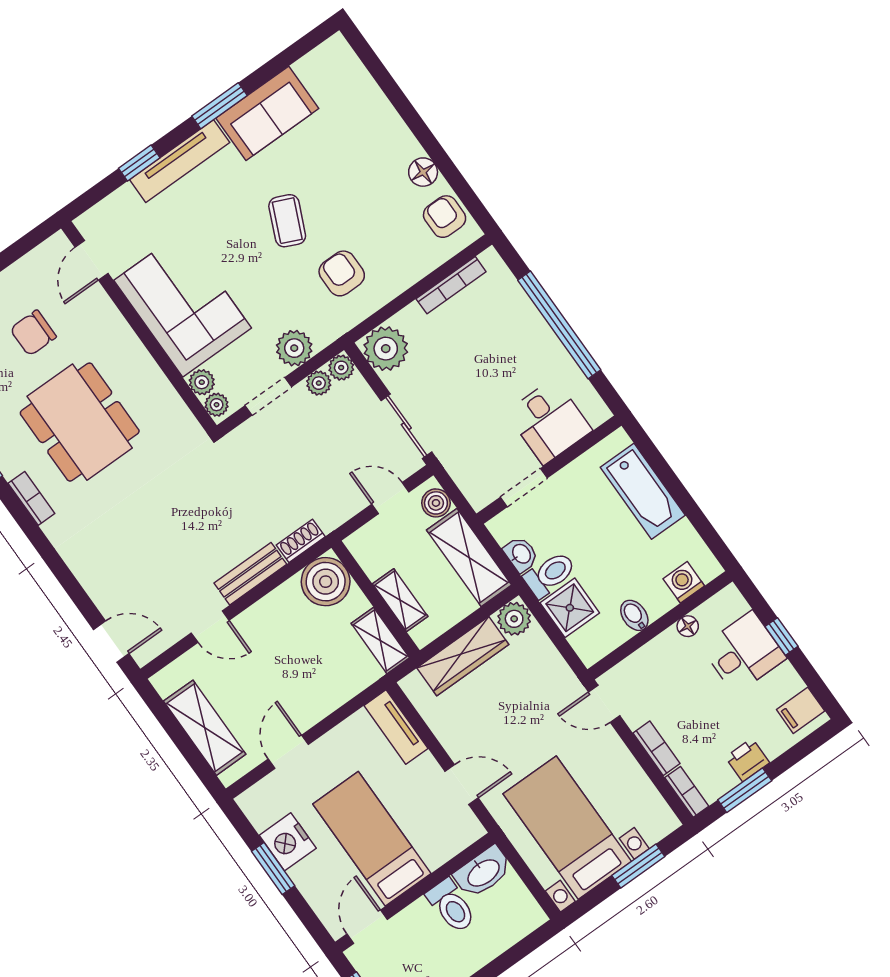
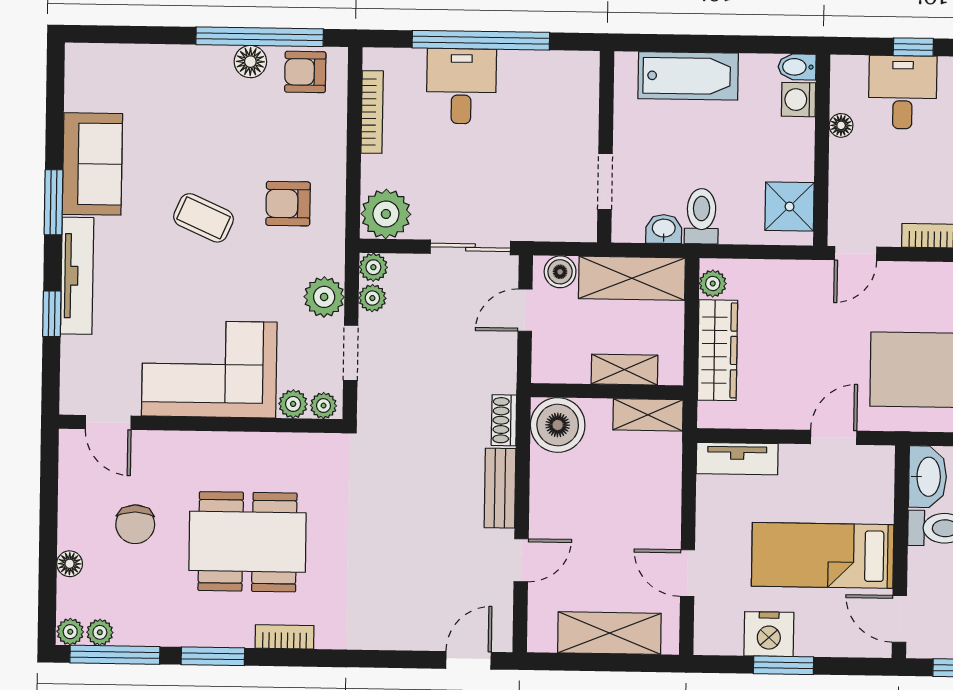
window: (446, 166) -> (260, 37), added
desk: (549, 421) -> (461, 86), moved, turned -90
shower: (570, 608) -> (790, 207), moved
bidet: (634, 615) -> (797, 67), moved
plant: (514, 619) -> (713, 283), width x0.73, depth x0.73

